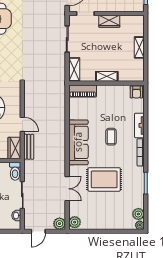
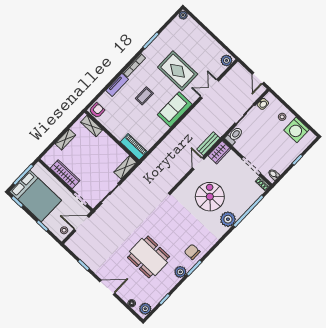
wardrobe: (109, 21) -> (65, 174), width x1.50
shelving: (107, 76) -> (92, 126), moved
sofa: (78, 142) -> (175, 109), width x0.73
plant: (138, 214) -> (177, 24), removed
plant: (59, 224) -> (238, 70), removed
door: (38, 231) -> (258, 78), swing flipped

